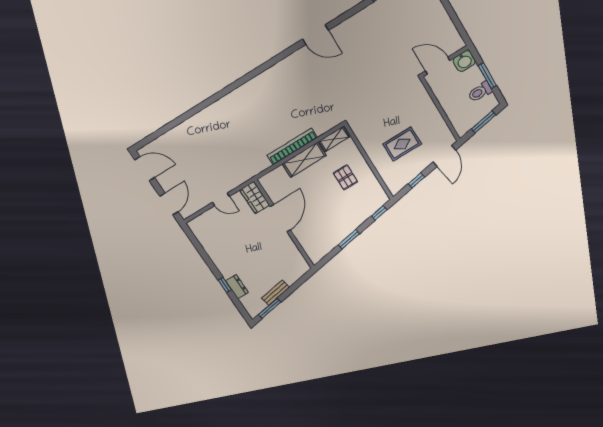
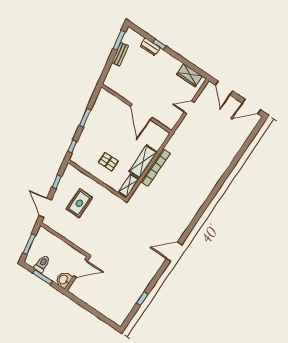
wardrobe: (255, 198) -> (189, 75), moved, turned 180

